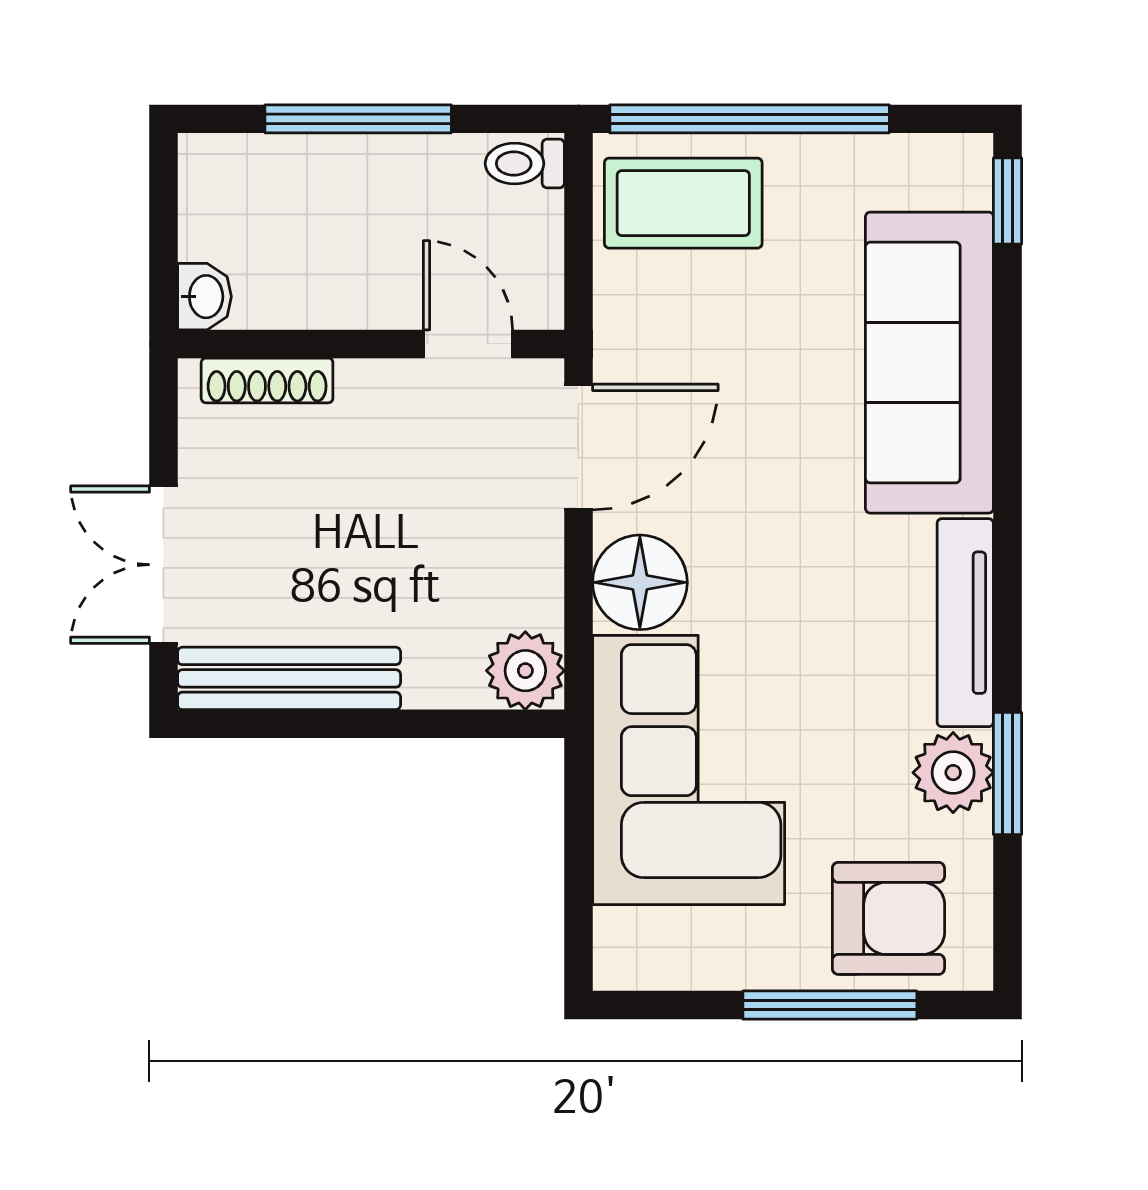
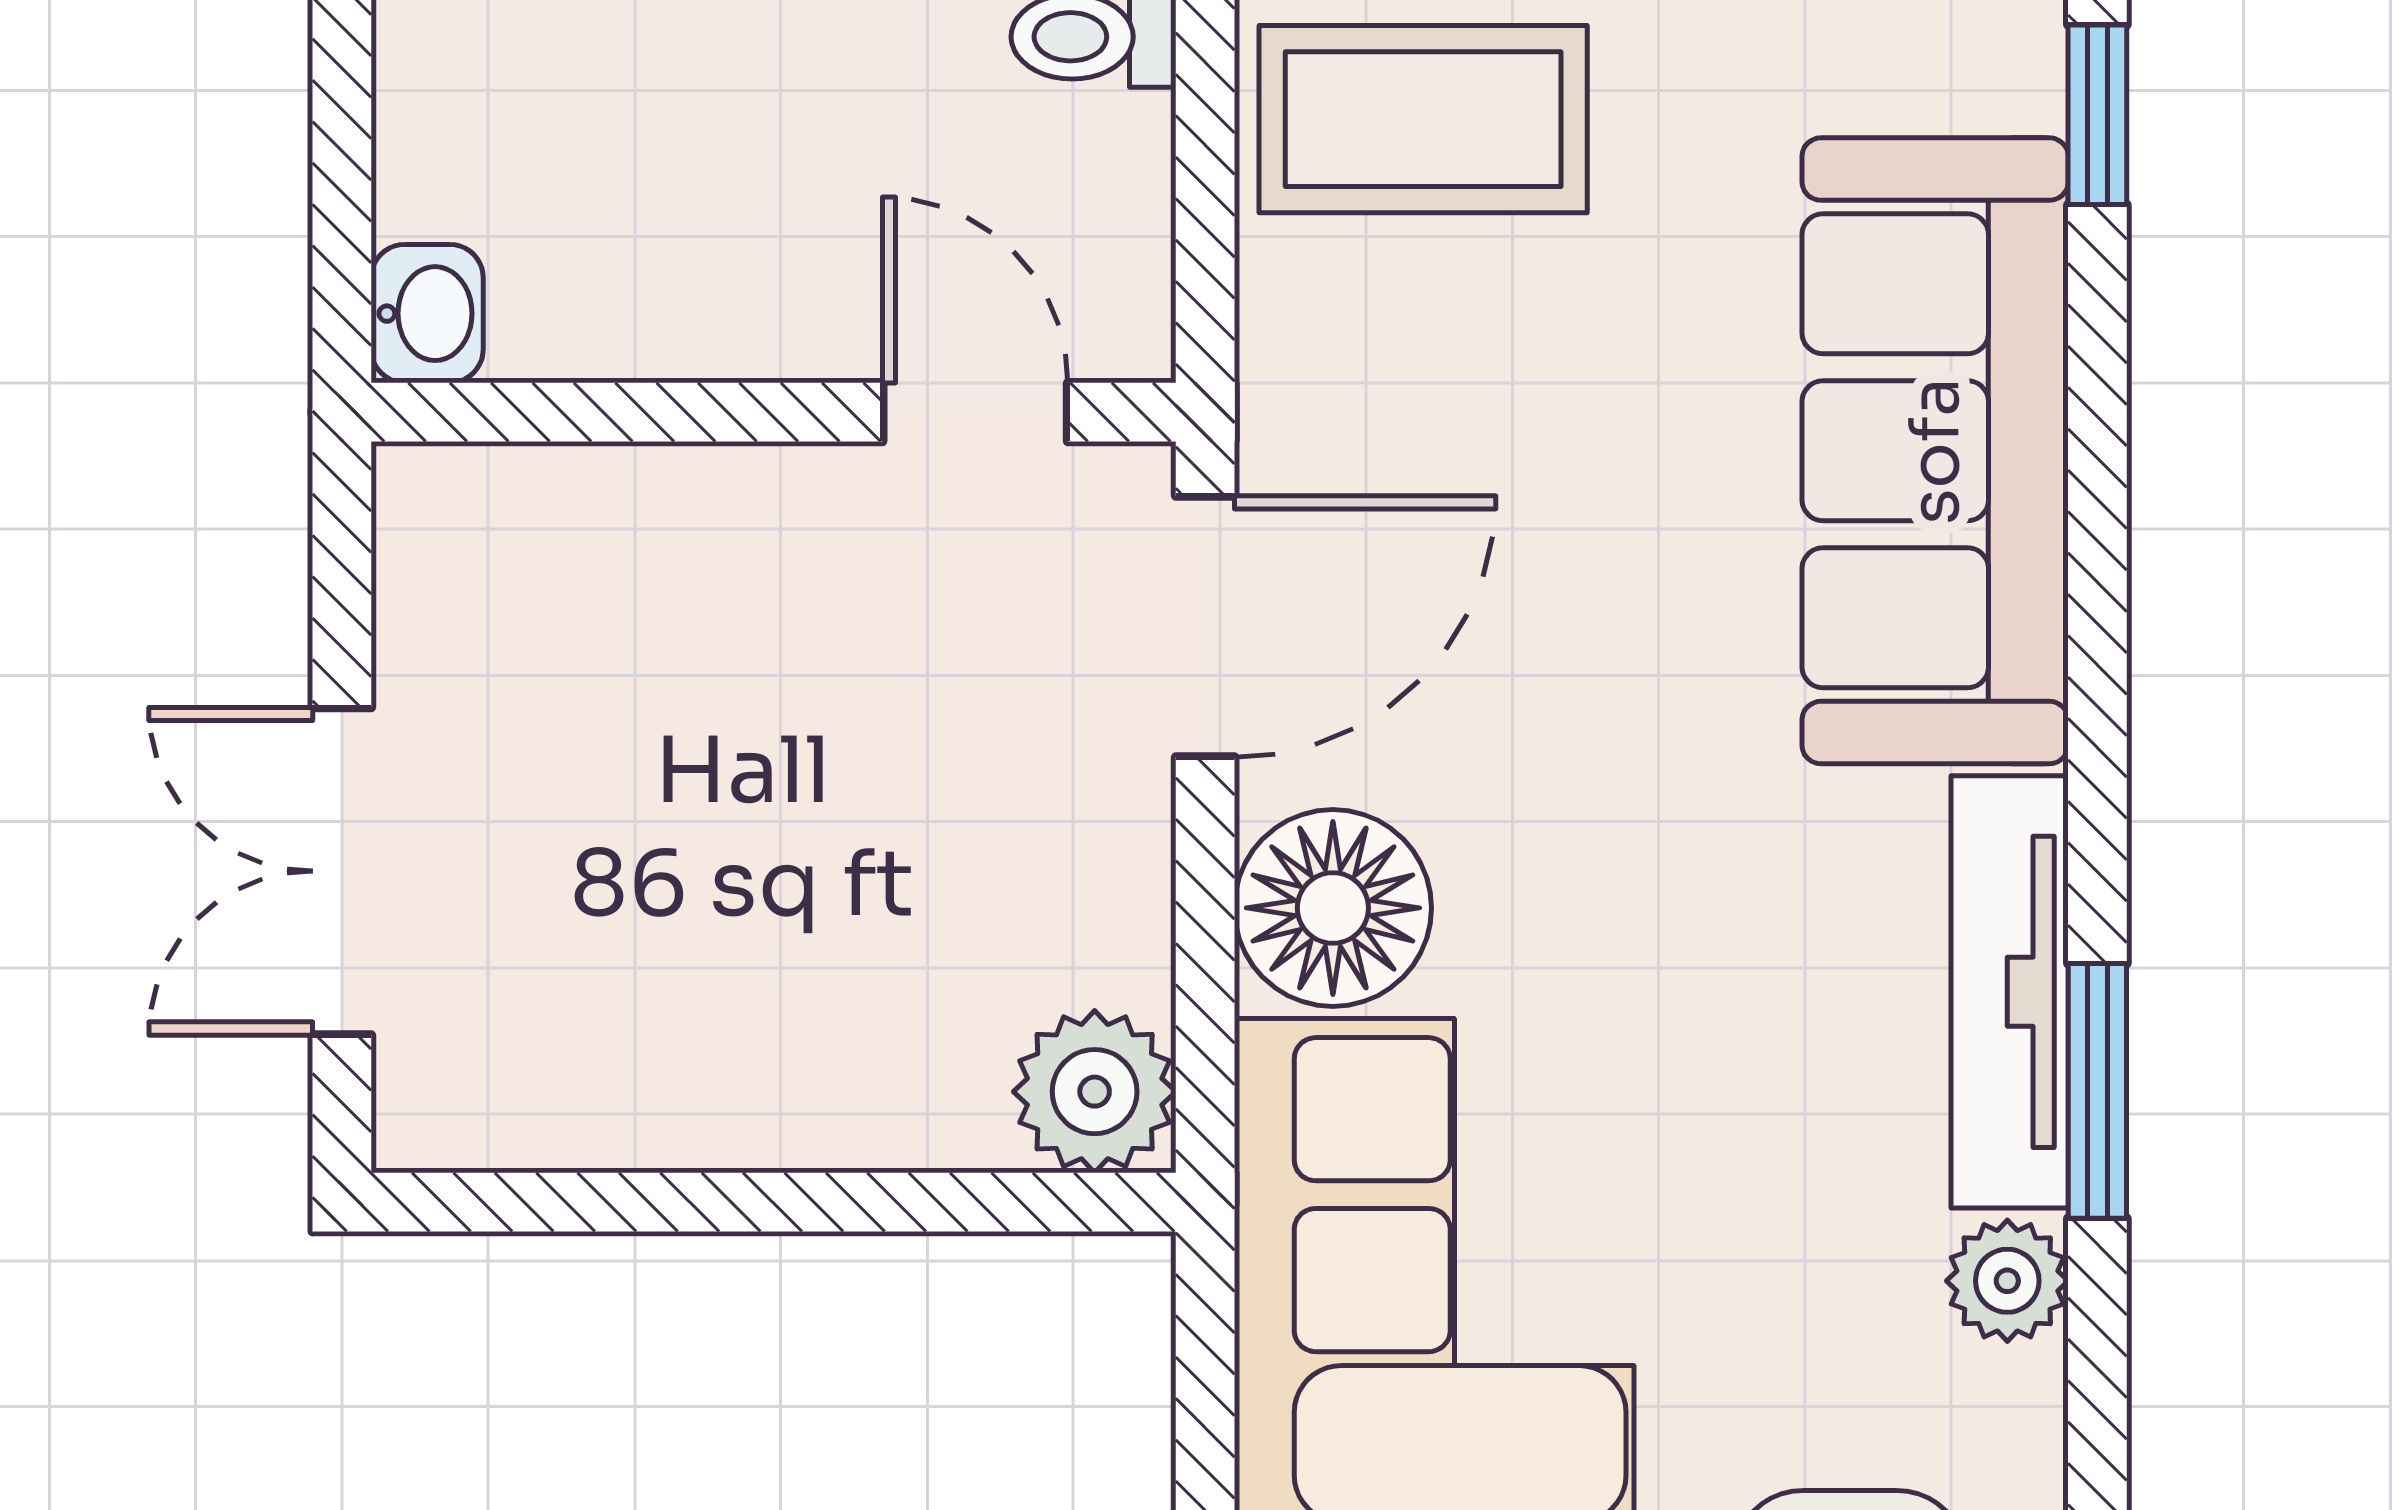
shoe rack: (267, 380) -> (557, 488), removed
bench: (289, 678) -> (603, 1108), removed
plant: (953, 773) -> (2007, 1281), width x0.73, depth x0.73
window: (1007, 773) -> (2097, 1091), moved

